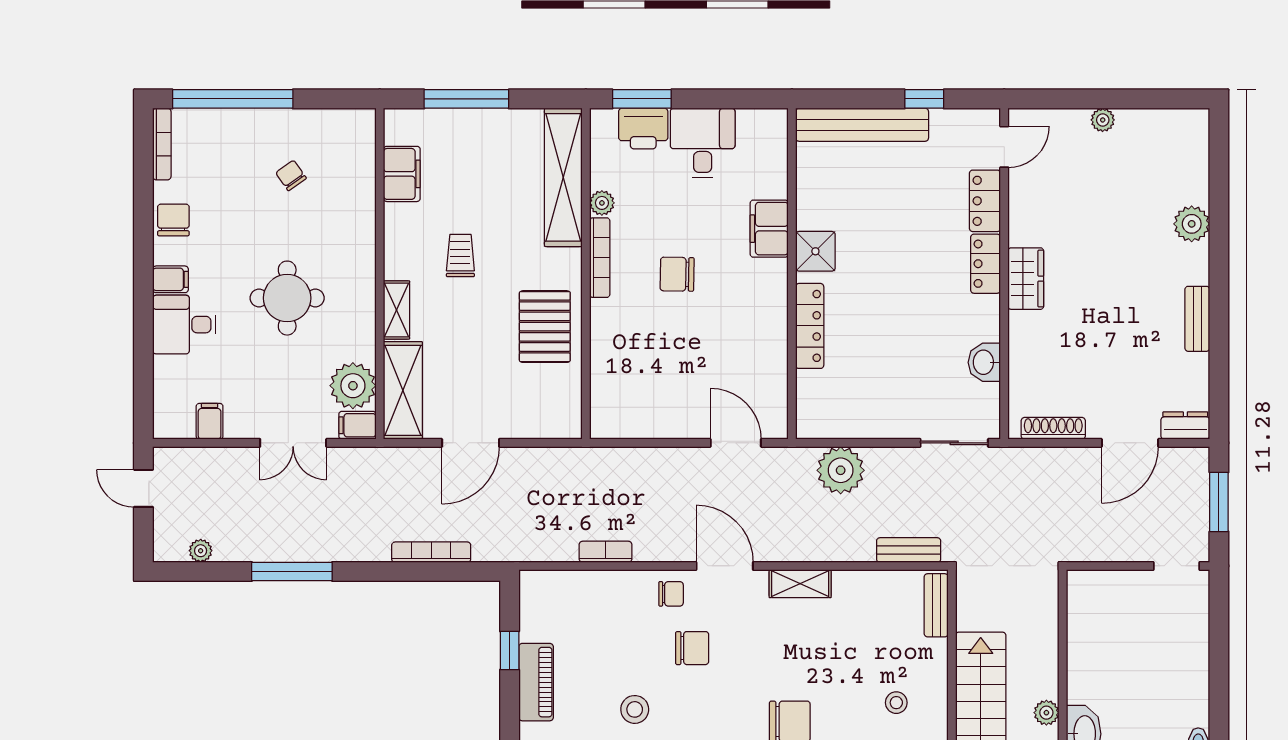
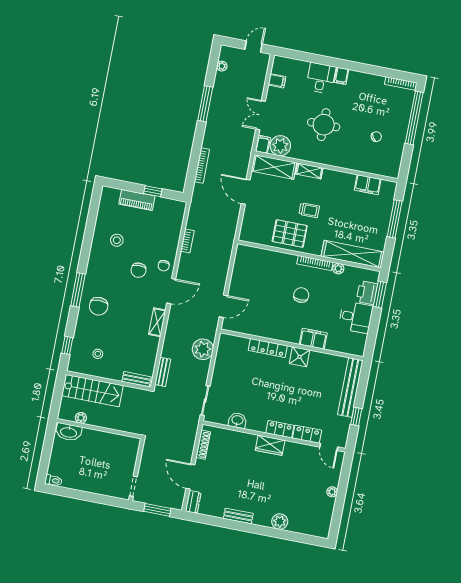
chair: (173, 220) -> (367, 82), removed
trolley: (460, 256) -> (309, 210), moved

